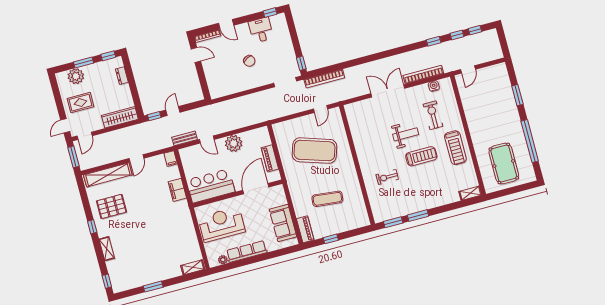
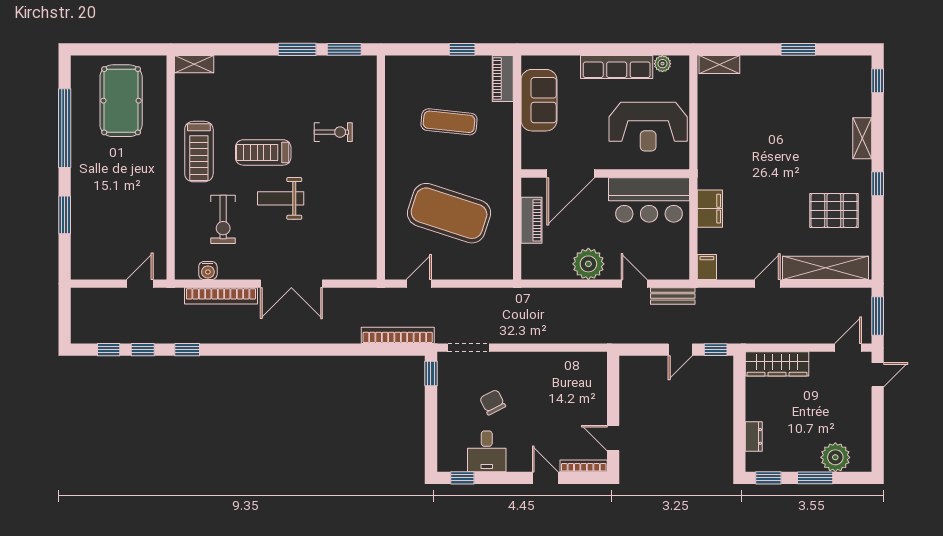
chair: (249, 61) -> (493, 402), moved
rug: (80, 103) -> (839, 409), removed
treadmill: (455, 148) -> (199, 152), turned 180

